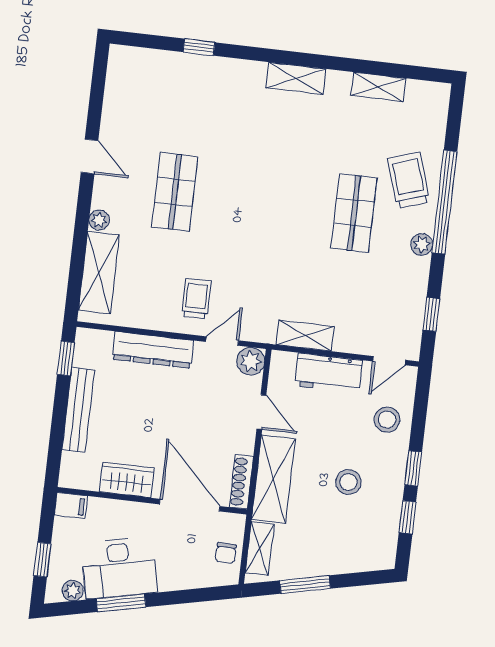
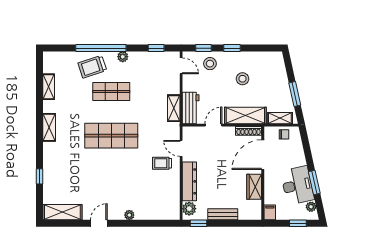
shop shelf: (175, 192) -> (111, 136), moved, width x1.43, depth x1.36
shelving: (99, 273) -> (62, 212), moved
plant: (251, 361) -> (189, 209), moved
workbench: (329, 373) -> (191, 108), moved
bench: (78, 410) -> (223, 214), width x0.73
window: (407, 517) -> (203, 48), moved

